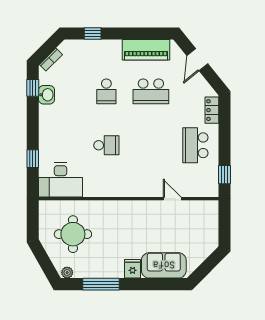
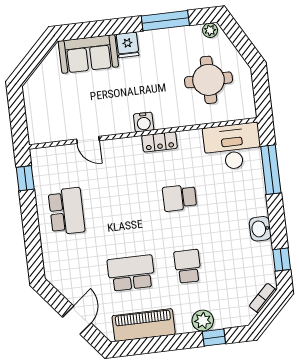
plant: (100, 48) -> (203, 321), added
washbasin: (47, 95) -> (260, 229), moved
locker: (212, 110) -> (160, 142), moved, turned 90
window: (33, 159) -> (271, 170), width x2.17
water cooler: (127, 207) -> (144, 122), added

